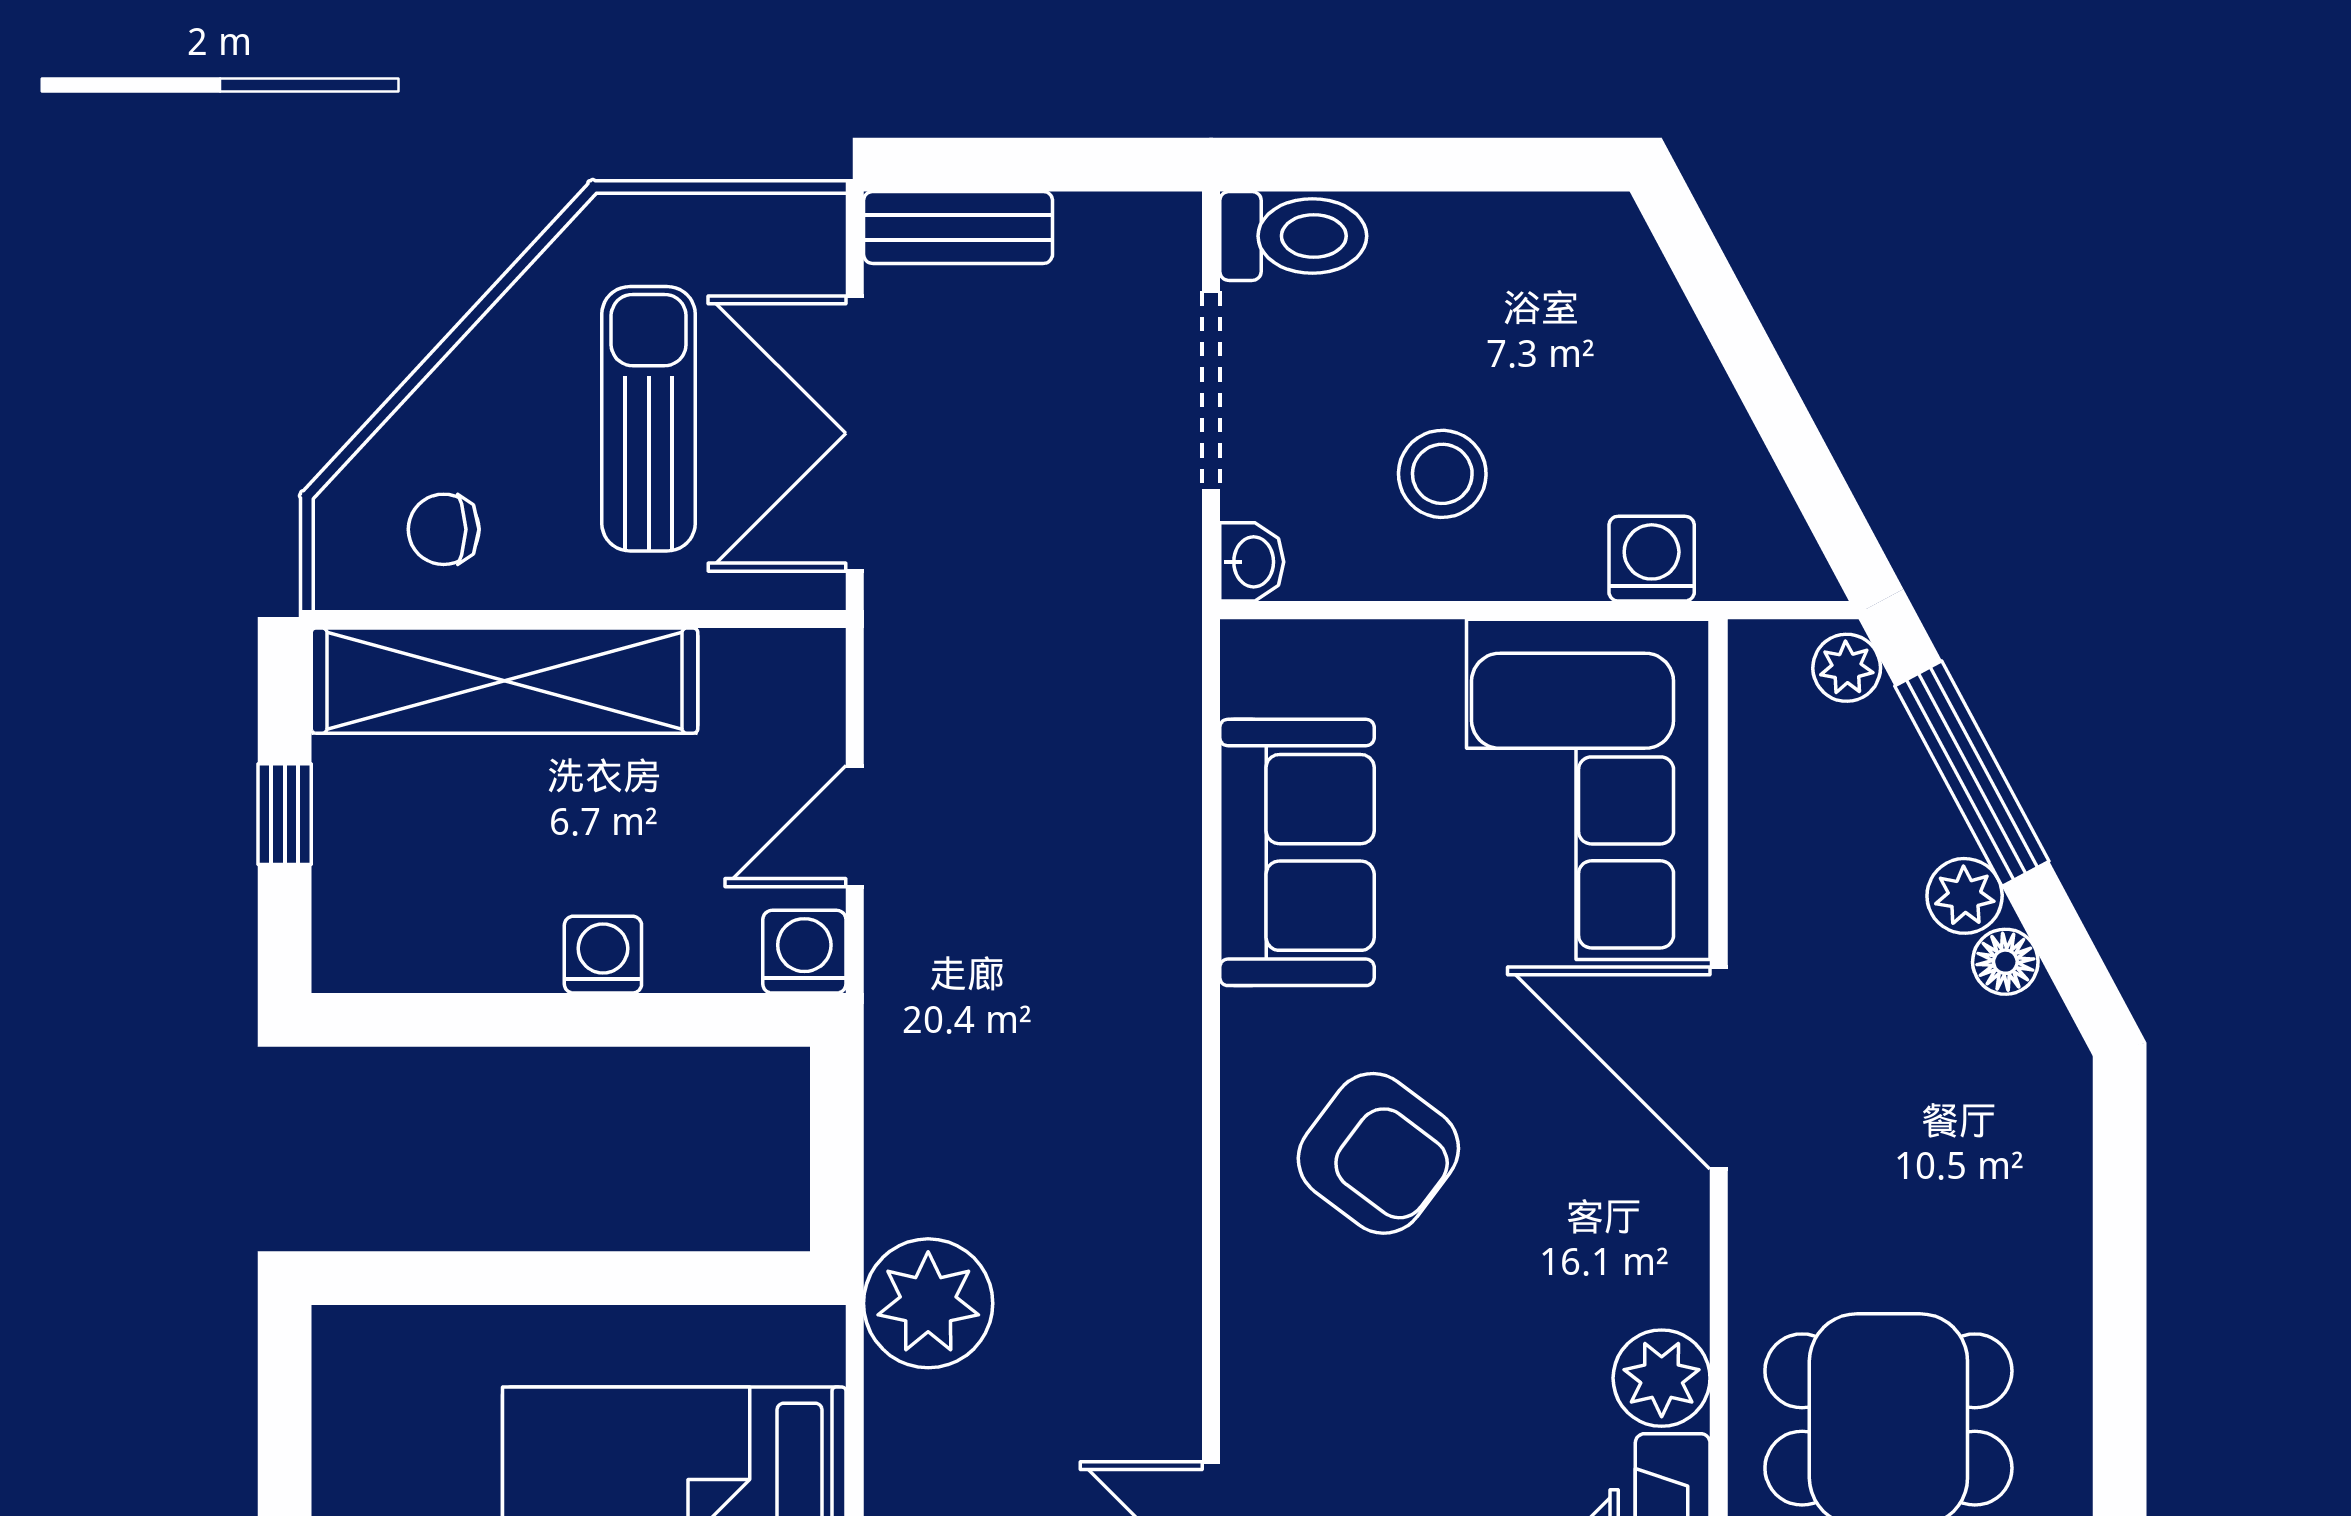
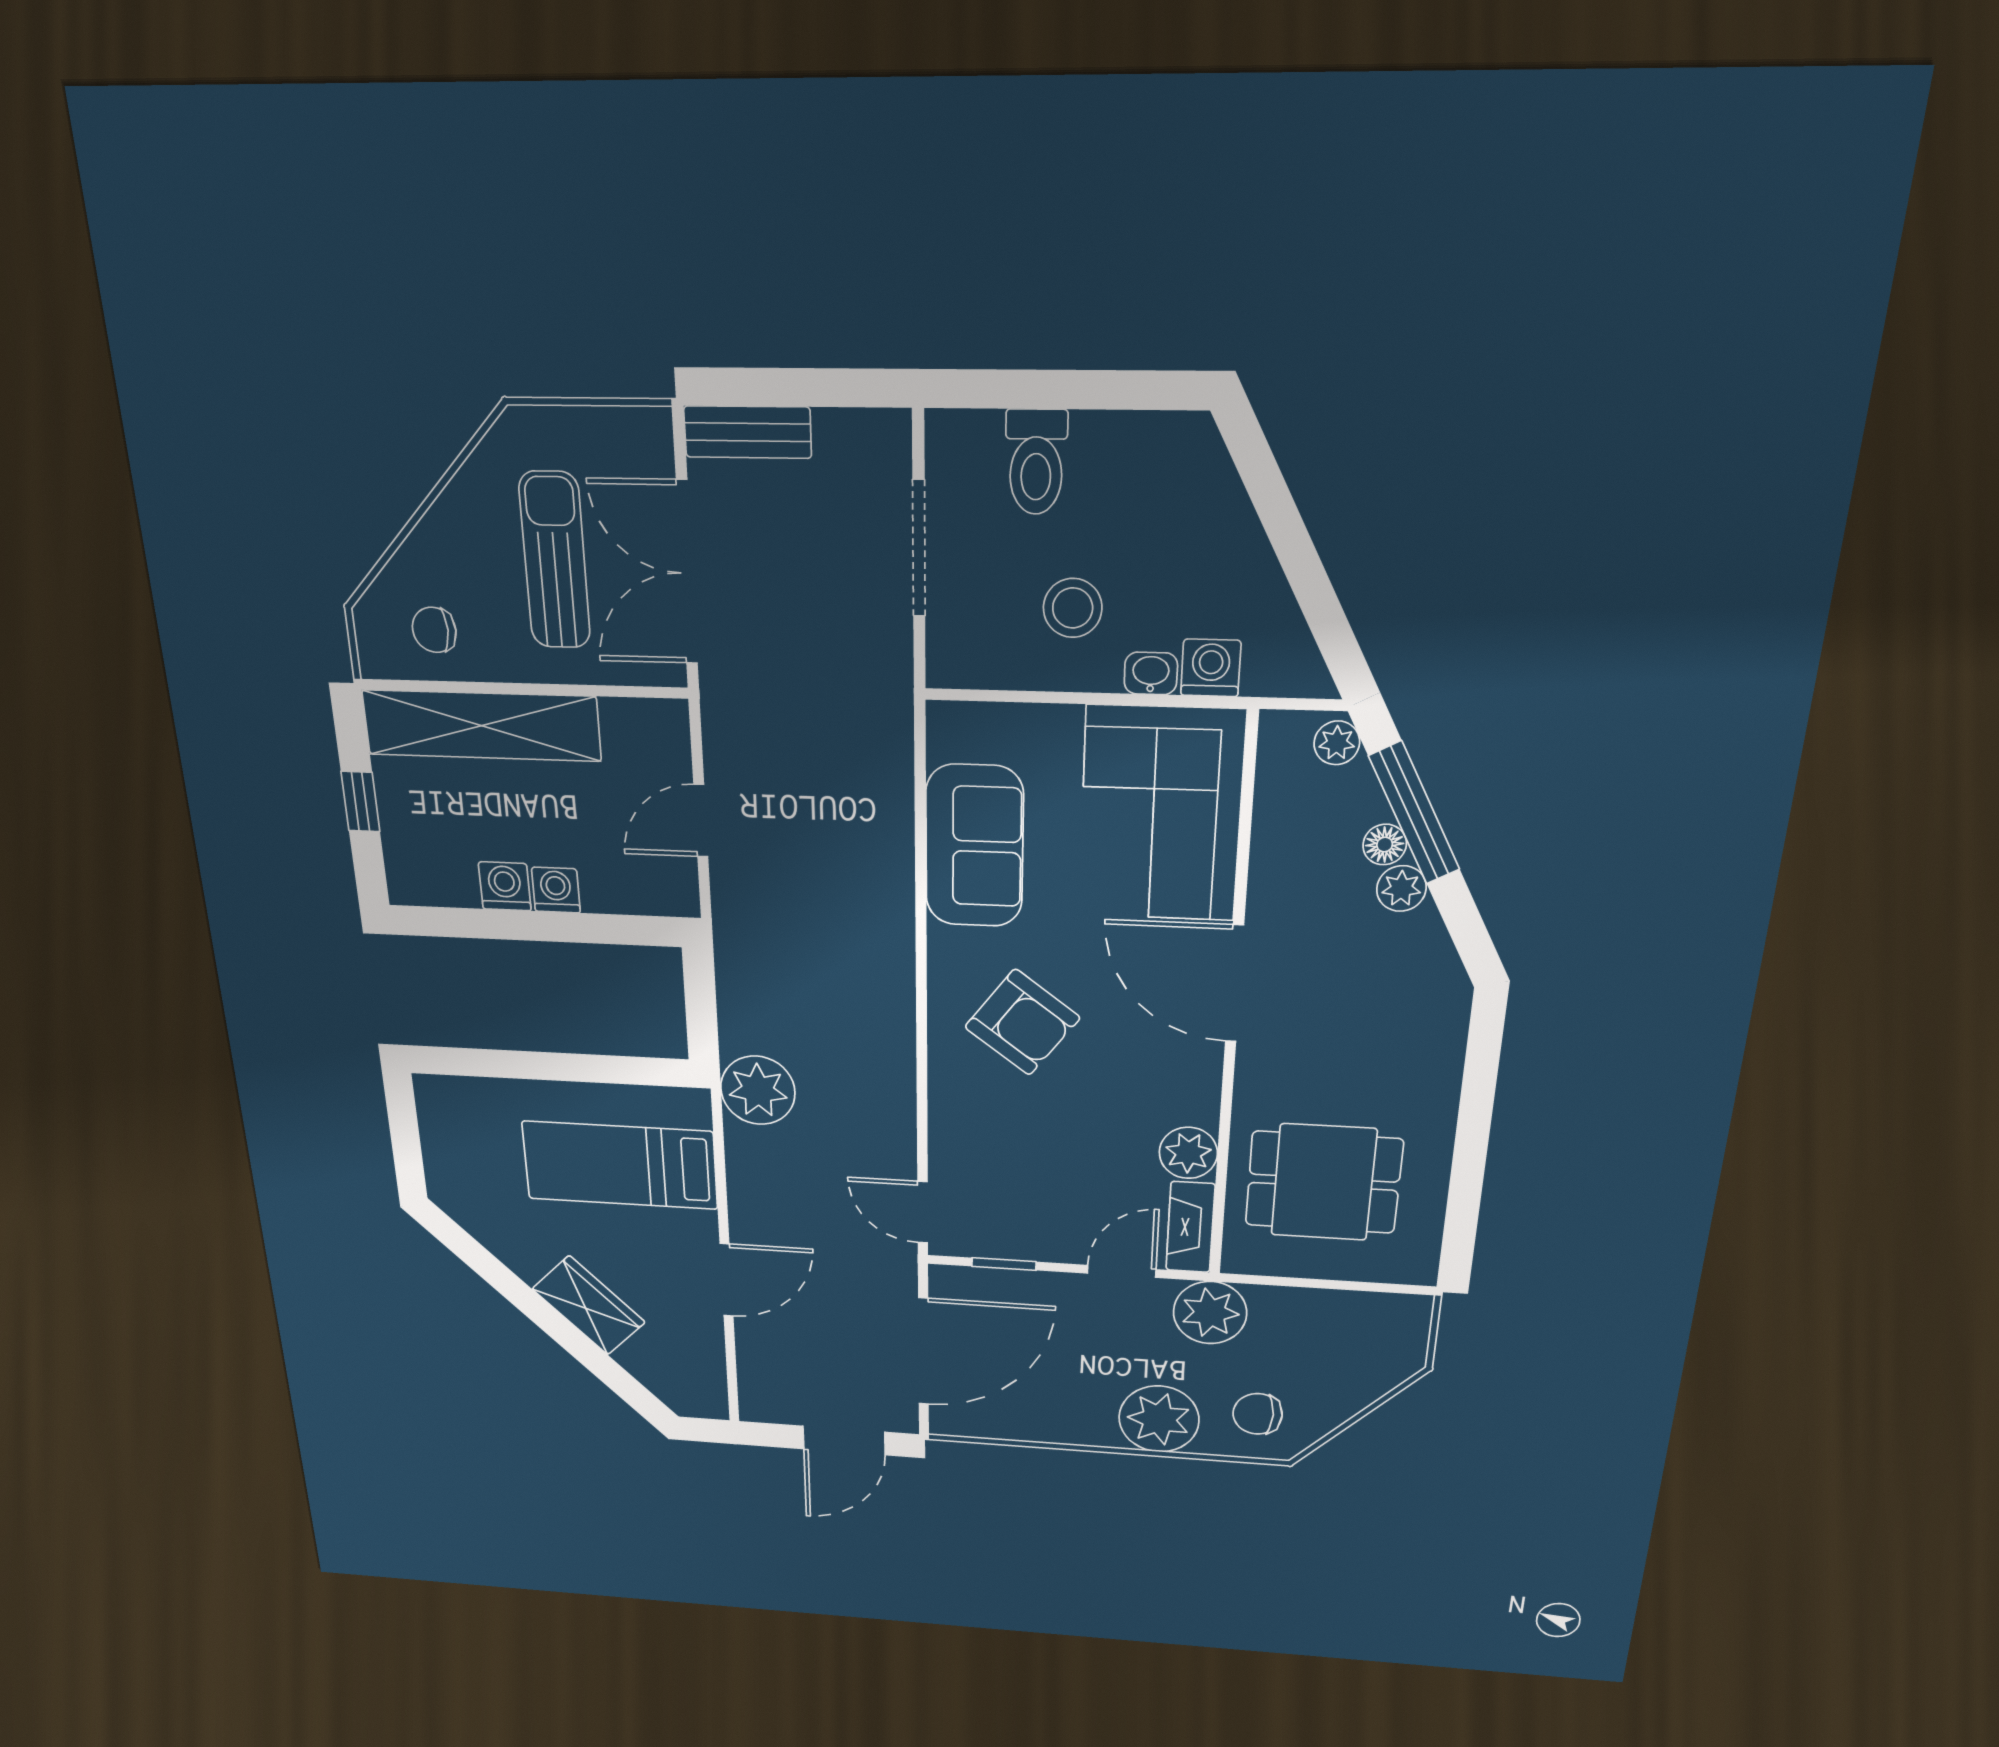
toilet: (1293, 236) -> (1036, 462), moved, turned 90
washbasin: (1252, 562) -> (1151, 673), moved, turned -90
washing machine: (804, 952) -> (505, 886), moved
floor lamp: (2005, 962) -> (1385, 845), moved

